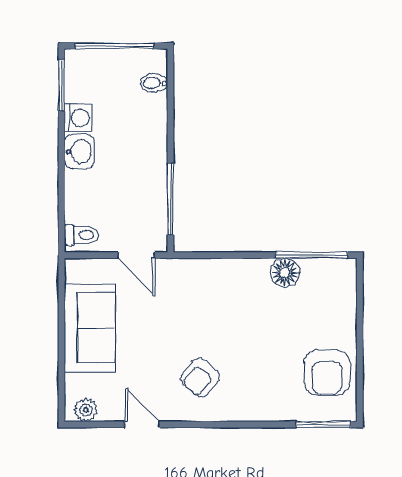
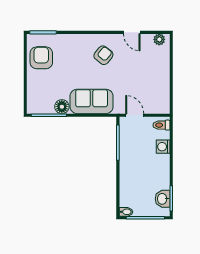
bidet: (154, 83) -> (126, 212), moved
washing machine: (78, 118) -> (163, 147), moved
washbasin: (79, 152) -> (163, 199), moved
sofa: (90, 328) -> (92, 101), moved, turned 90

